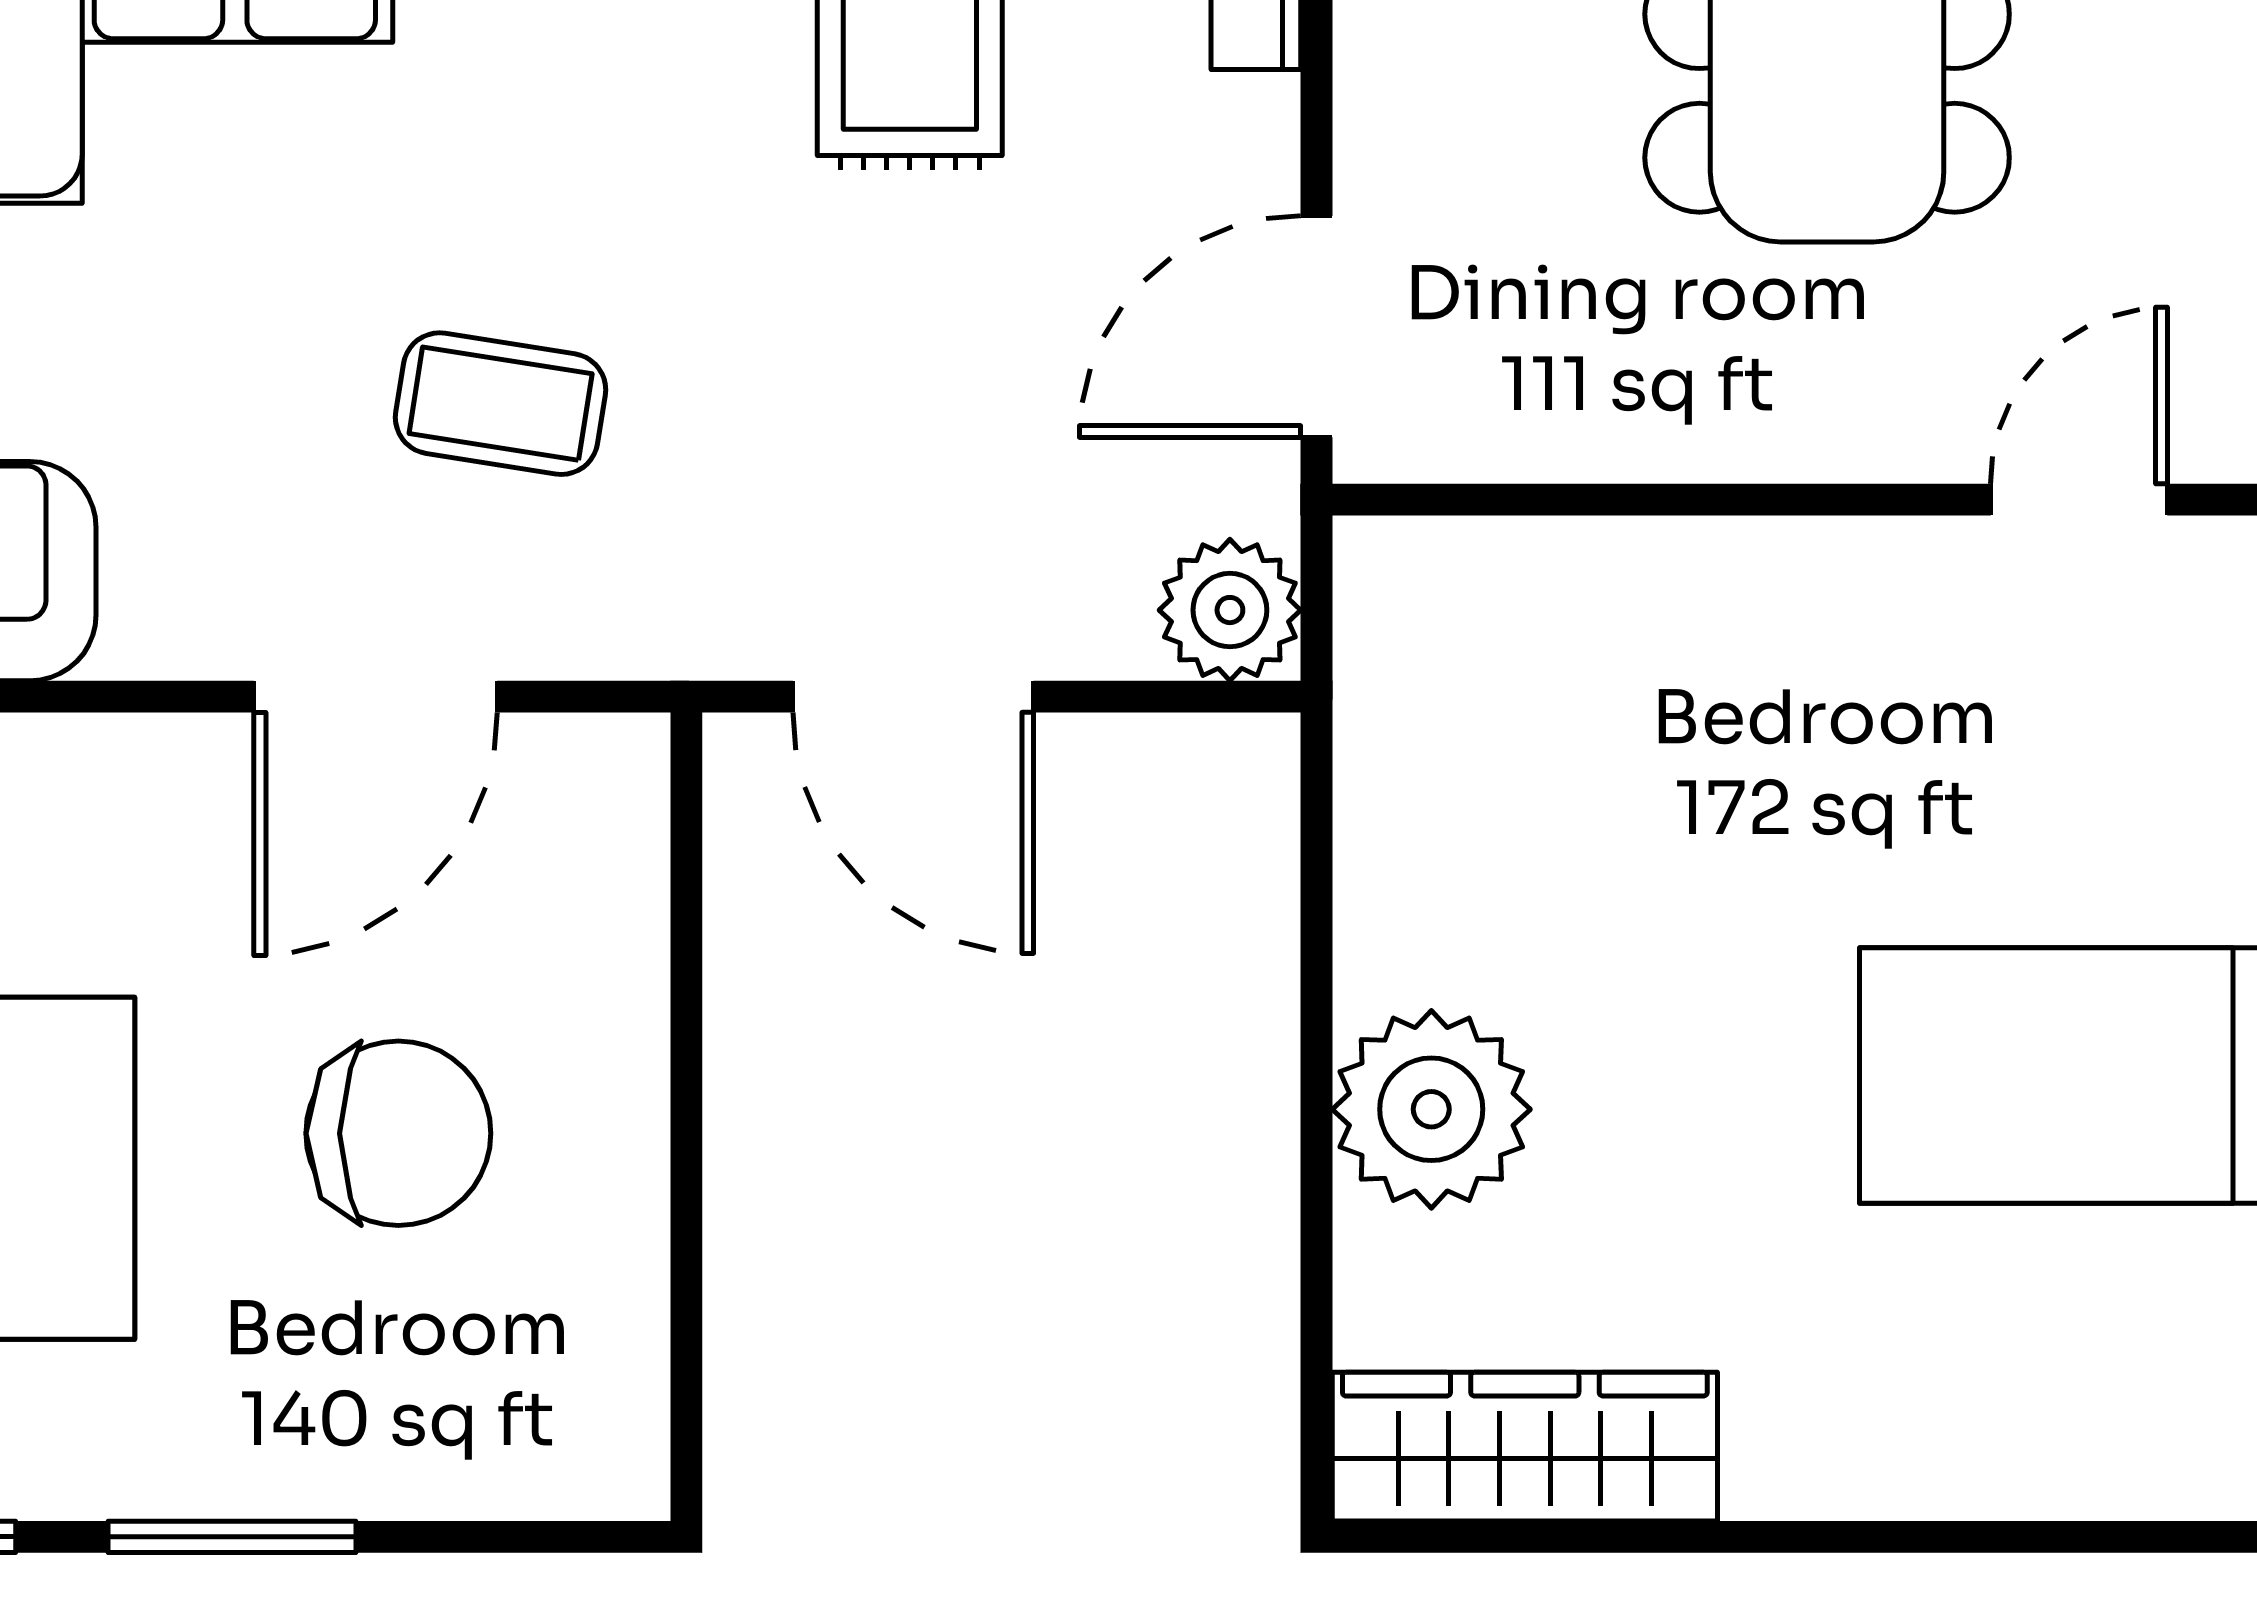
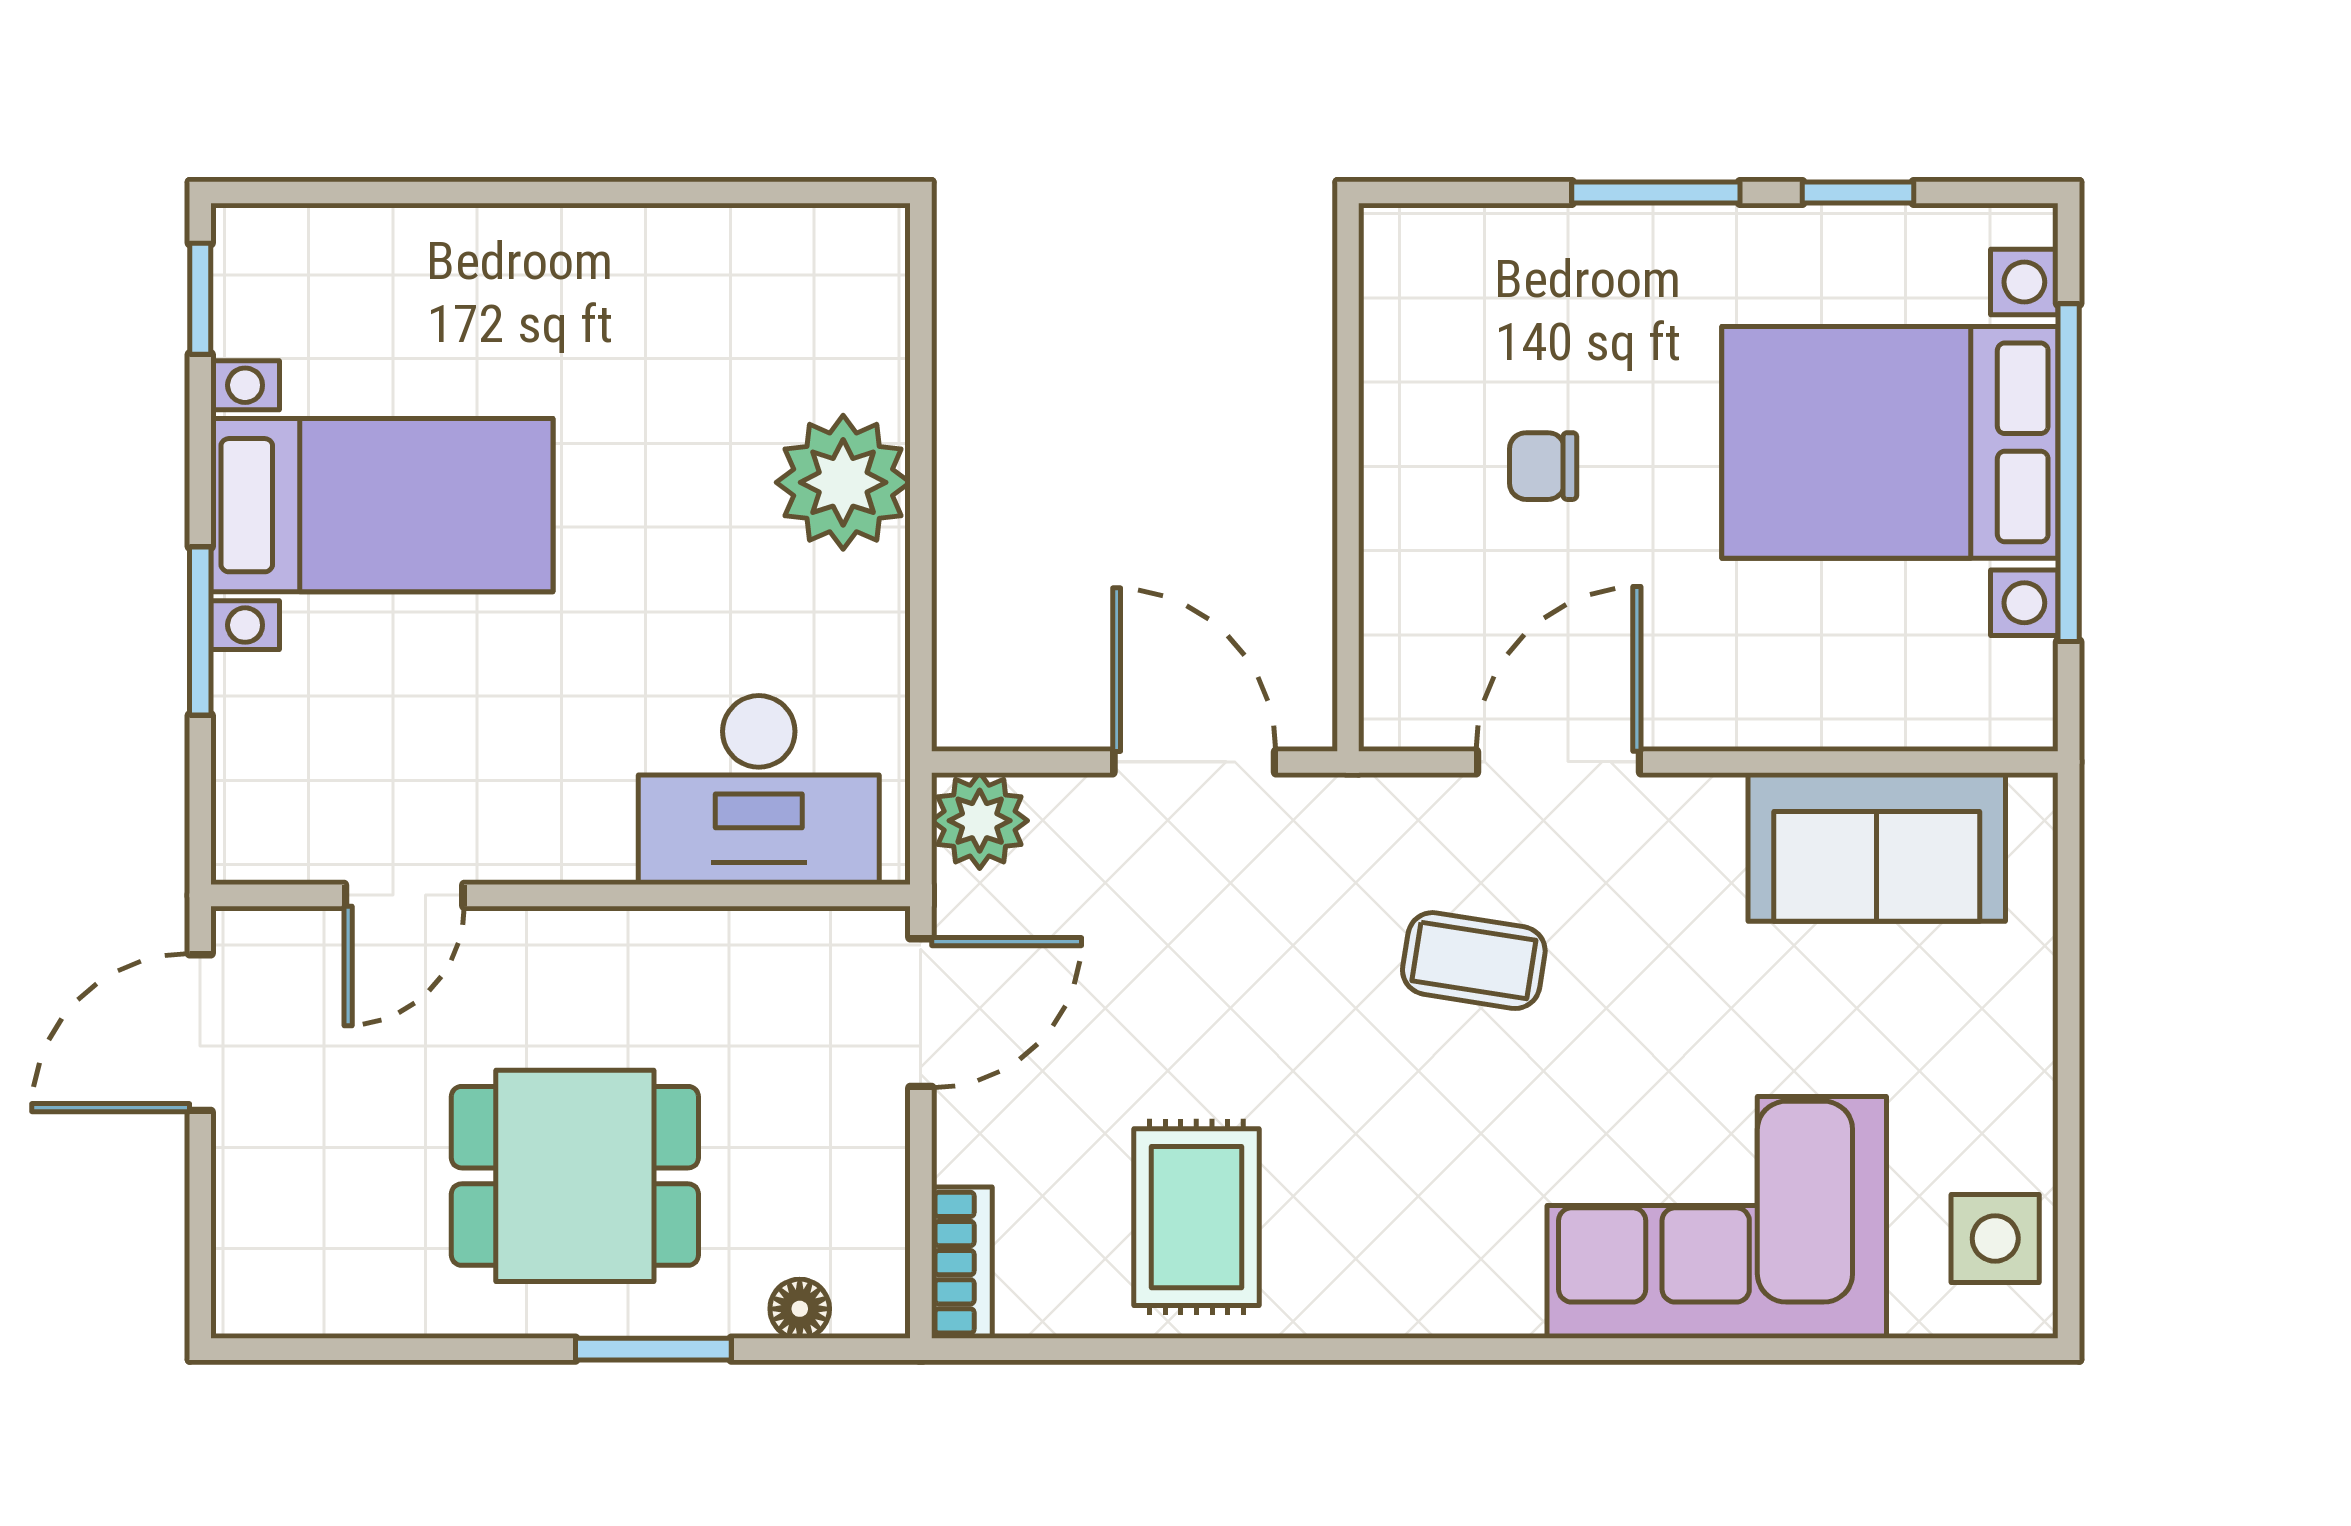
desk: (1556, 655) -> (759, 790), added
chair: (398, 1133) -> (1543, 466), width x0.54, depth x0.54
wardrobe: (1525, 1447) -> (780, 254), removed

